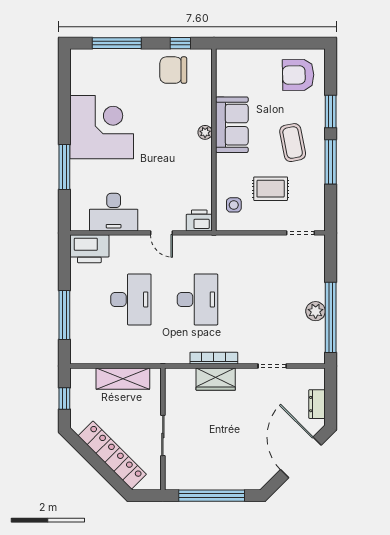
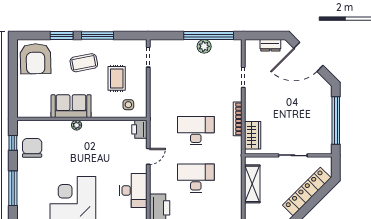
chair: (173, 70) -> (32, 148), turned 180
armchair: (298, 75) -> (36, 59), width x1.36, depth x1.36
wardrobe: (216, 379) -> (253, 135), moved

